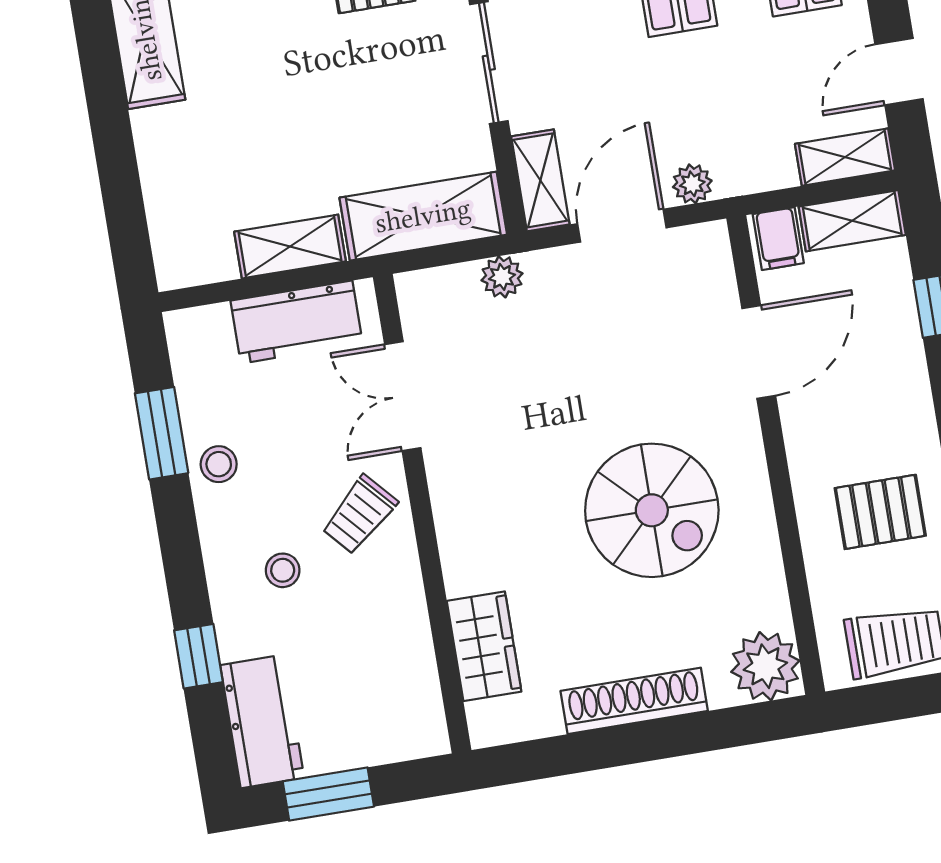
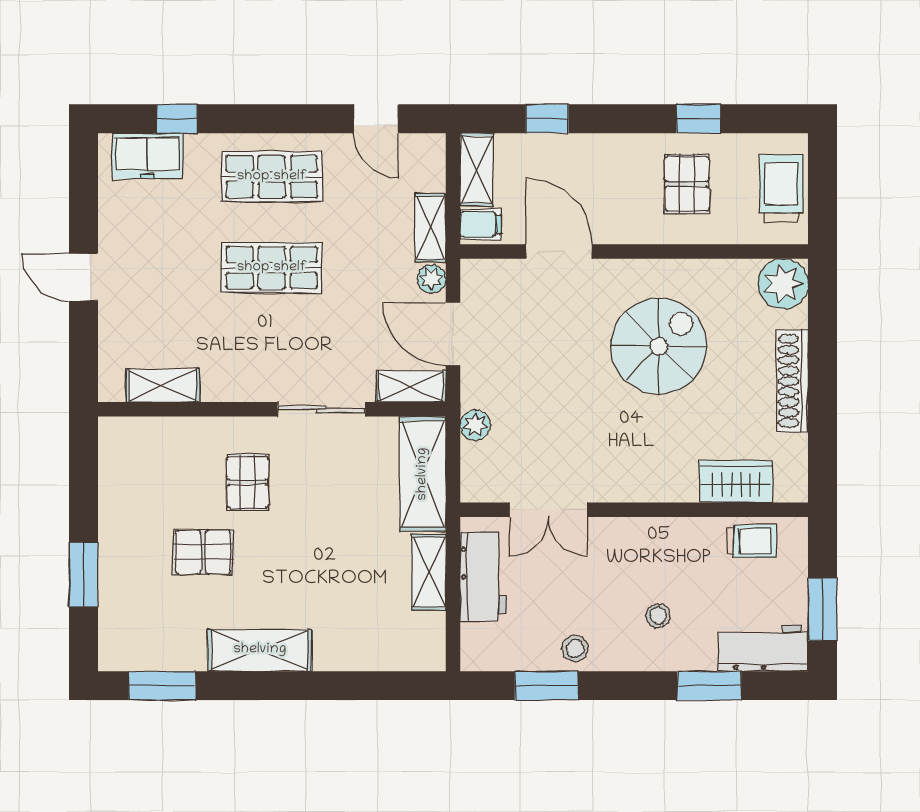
shelving: (845, 157) -> (430, 228), moved
trolley: (359, 515) -> (752, 541), moved, turned -48
window: (199, 656) -> (709, 686), width x1.50

